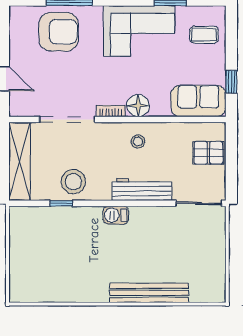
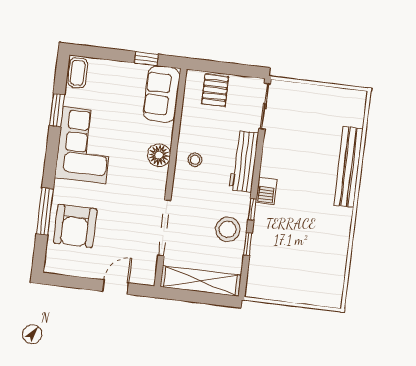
armchair: (59, 32) -> (75, 226), turned 180
coffee table: (204, 35) -> (78, 73), moved
bookcase: (111, 111) -> (161, 183), removed
window: (96, 203) -> (252, 209), added

